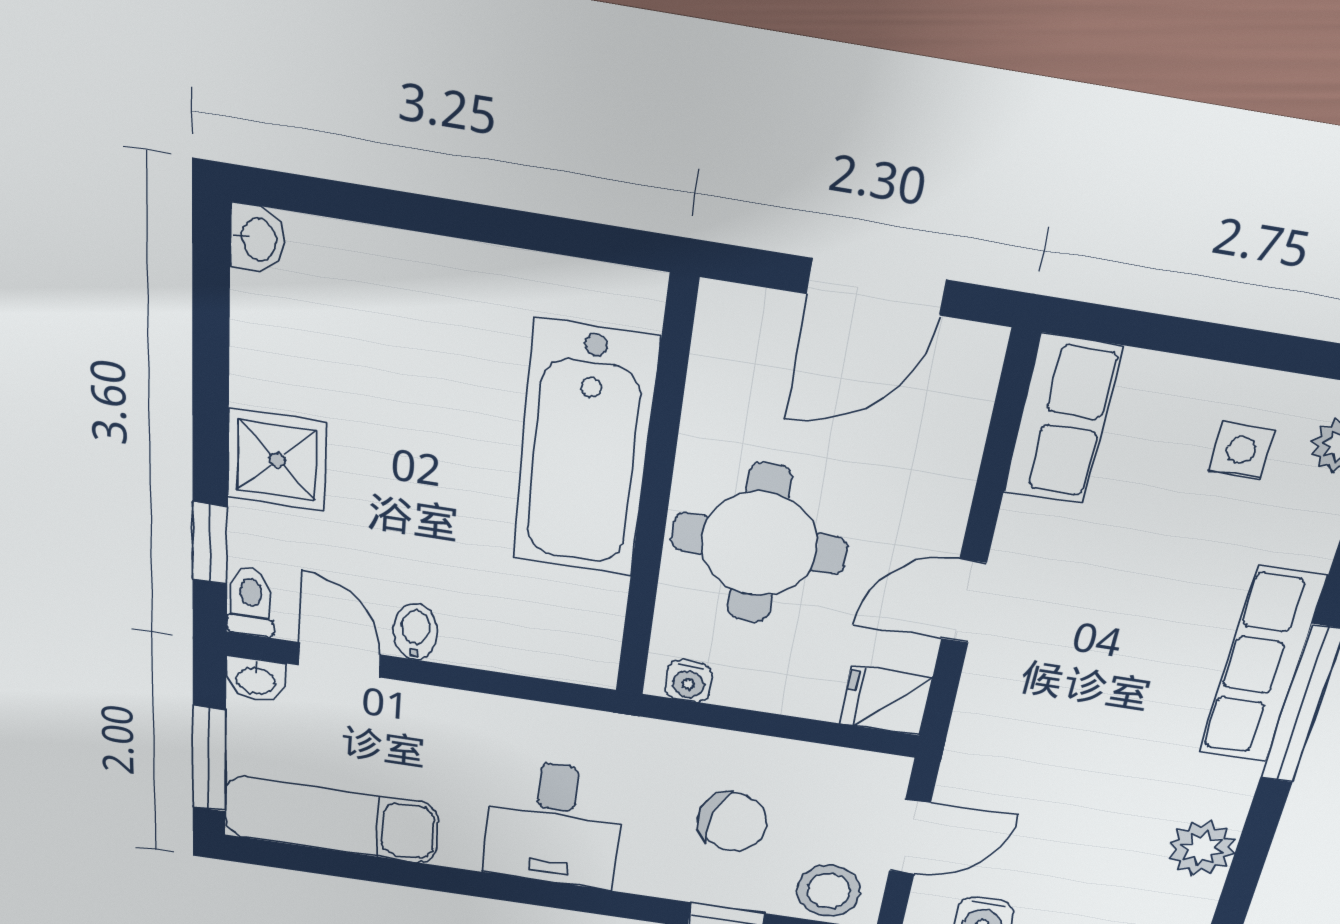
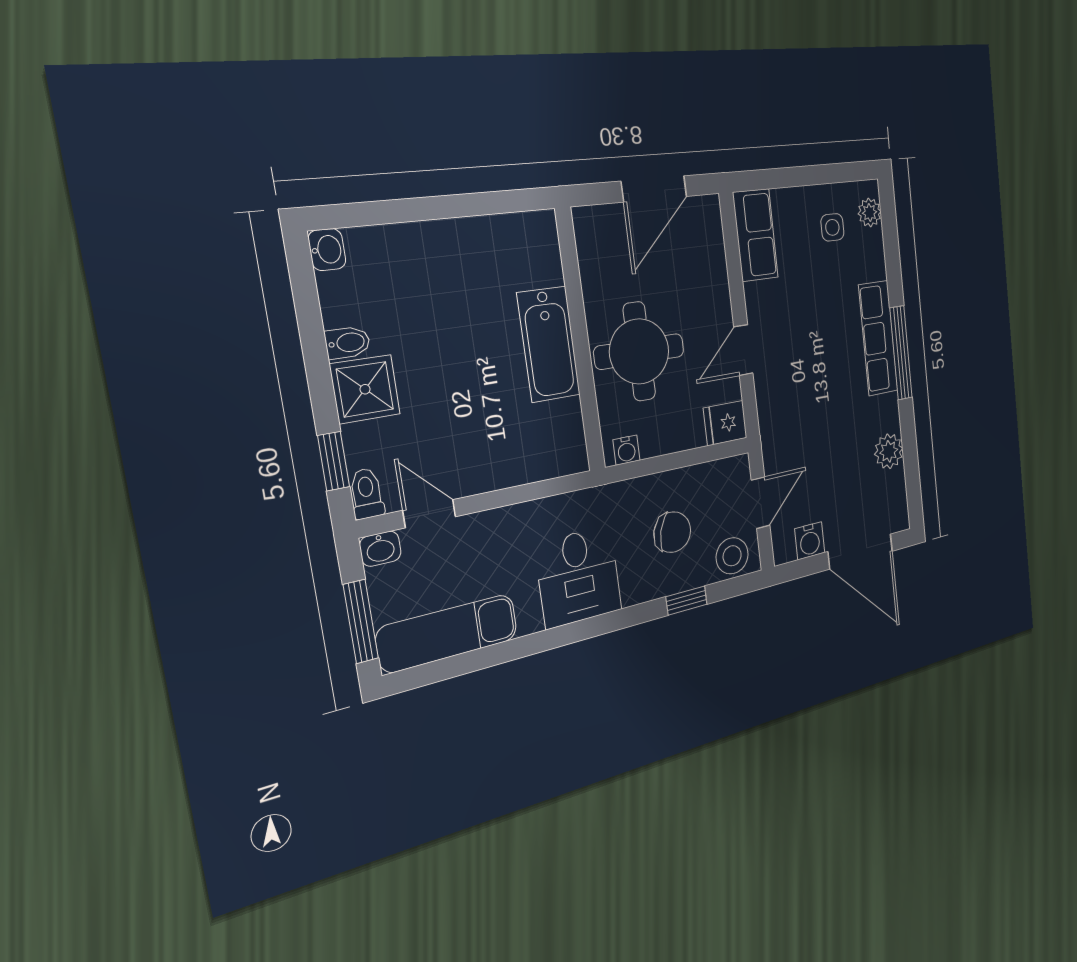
bathtub: (584, 451) -> (549, 344), width x0.73, depth x0.73
bidet: (415, 632) -> (348, 343), moved, turned 90

